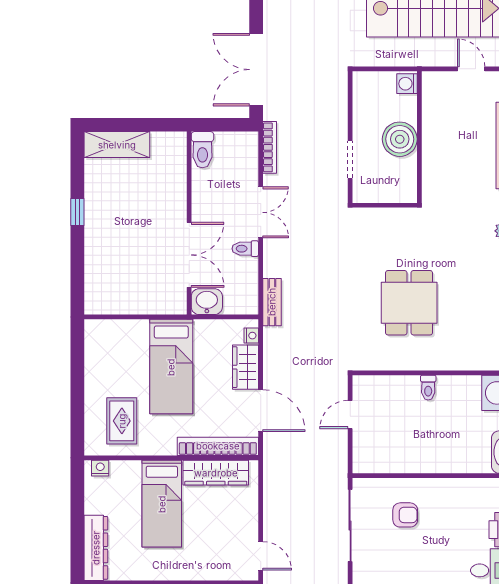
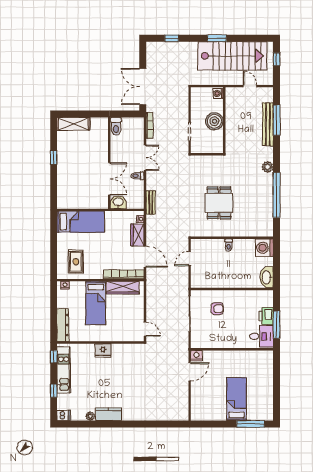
bed: (171, 367) -> (81, 222), moved, turned -90

